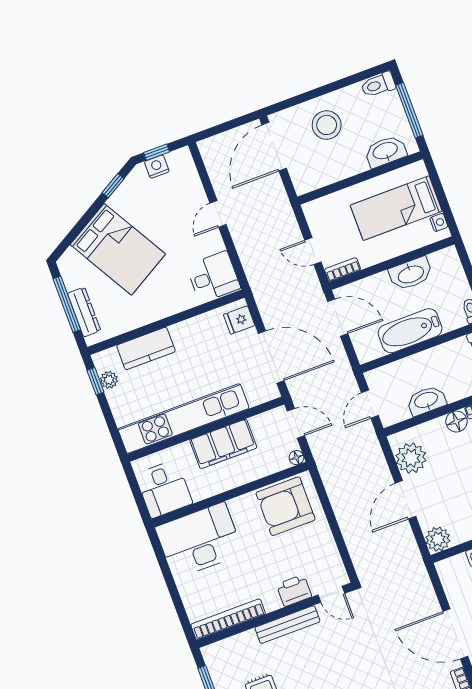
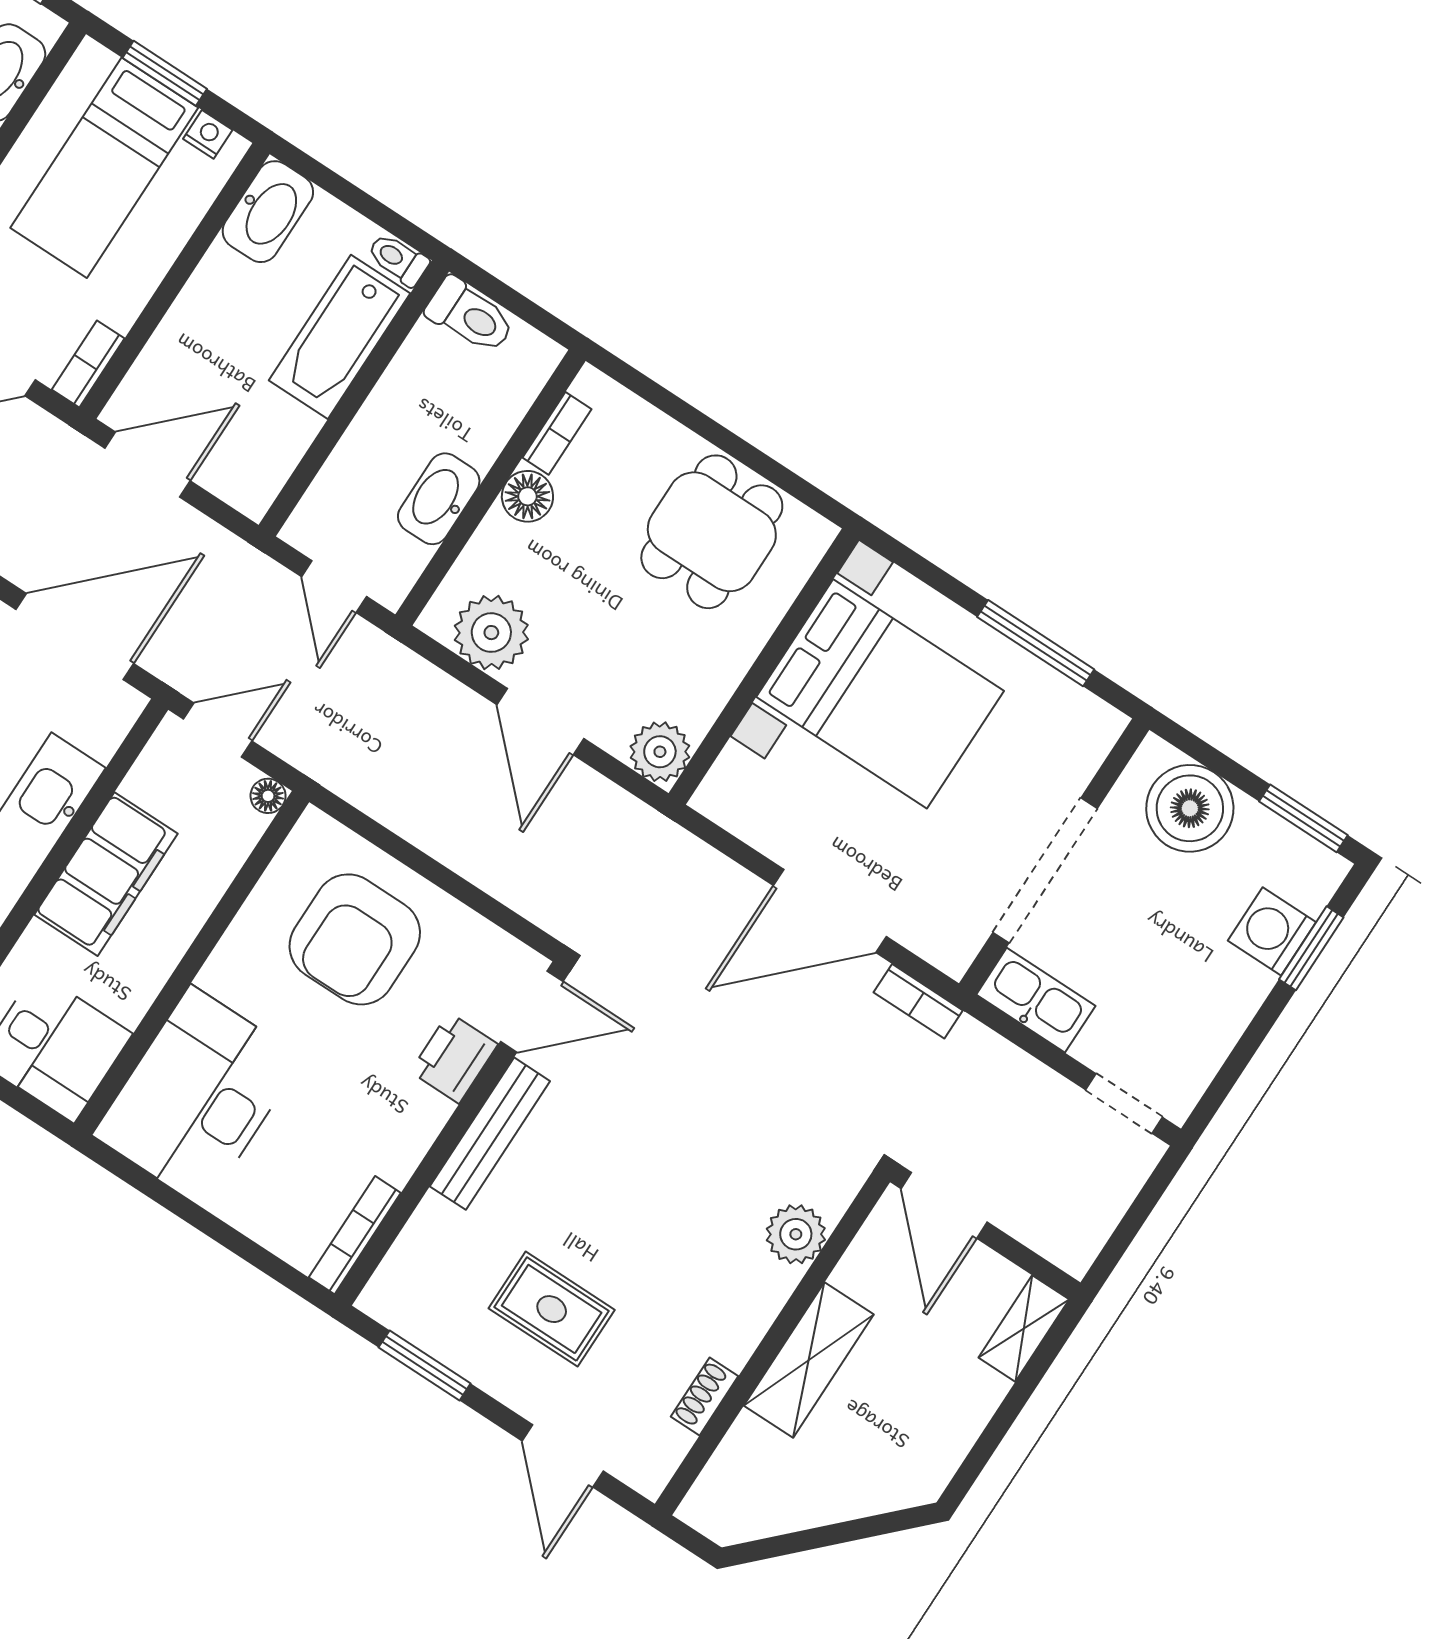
window: (440, 192) -> (165, 73), added
washbasin: (411, 274) -> (268, 212), moved
bathtub: (410, 331) -> (339, 337), moved
armchair: (286, 506) -> (355, 939), moved
door: (331, 594) -> (532, 1012), width x1.38
bookcase: (228, 619) -> (355, 1235), width x0.68, depth x0.76

